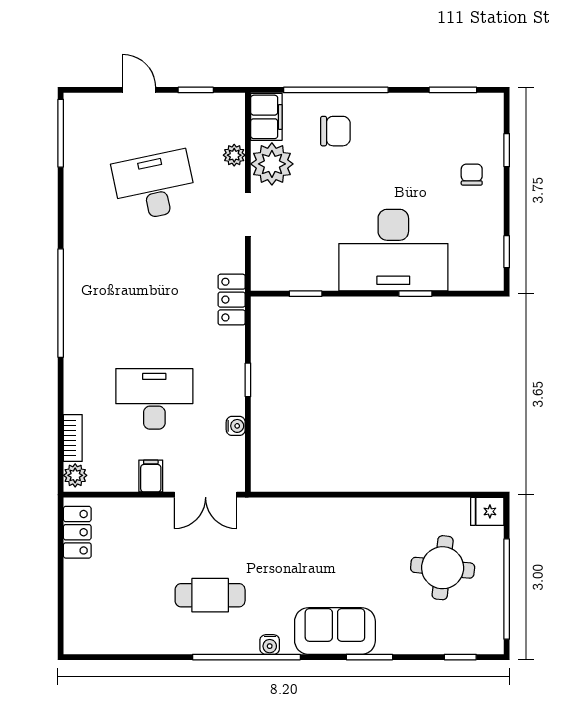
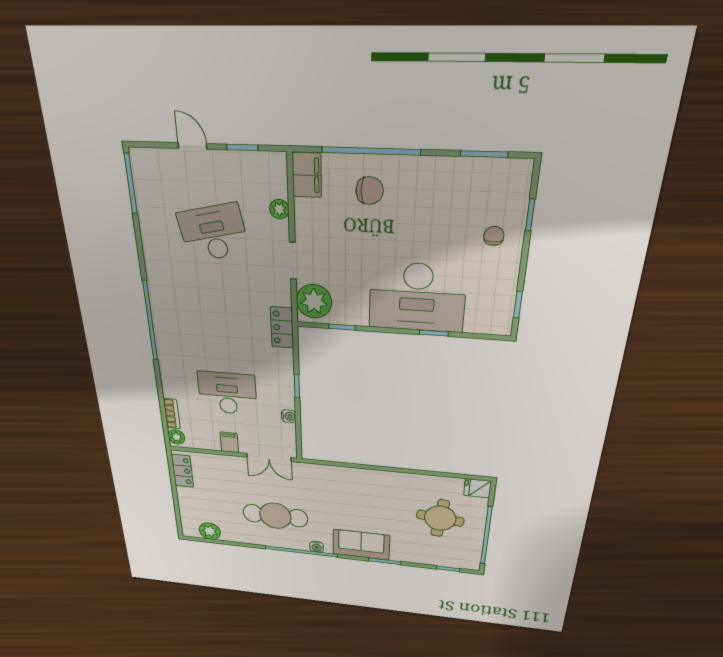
plant: (272, 164) -> (314, 301), moved
cafe table: (210, 595) -> (275, 516), width x1.37, depth x1.35
plant: (108, 638) -> (210, 531), added

